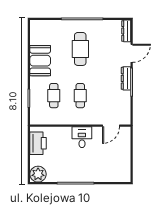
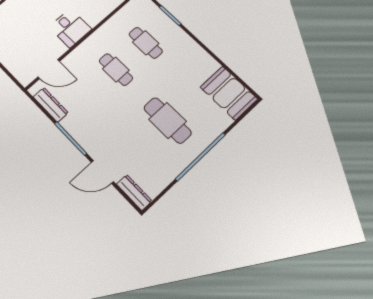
door: (132, 53) -> (102, 172), hinge flipped
booth: (40, 61) -> (229, 93), moved
dresser: (126, 78) -> (51, 105), moved
door: (111, 126) -> (49, 69), swing flipped

